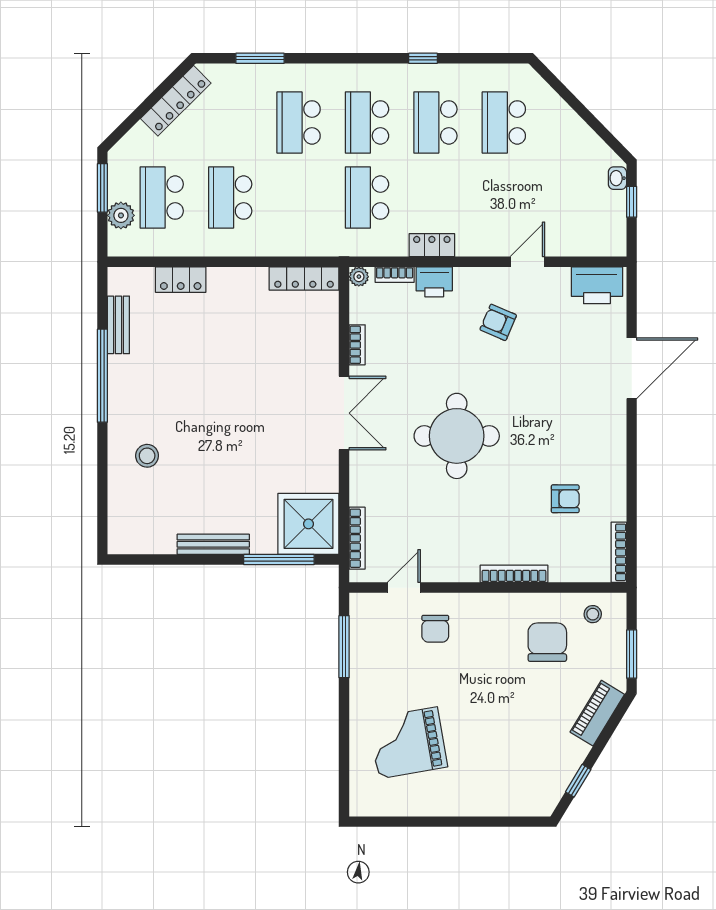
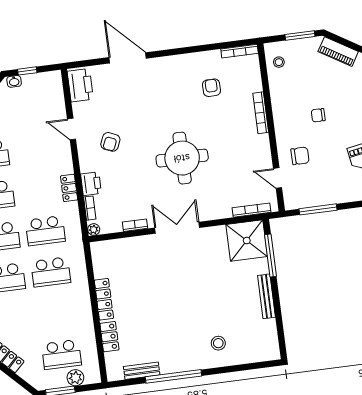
school desk: (230, 198) -> (51, 272), moved
locker: (304, 278) -> (104, 299), moved
chair: (547, 642) -> (318, 115), moved, width x0.54, depth x0.54

